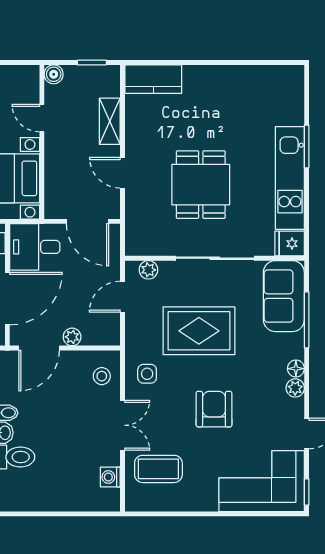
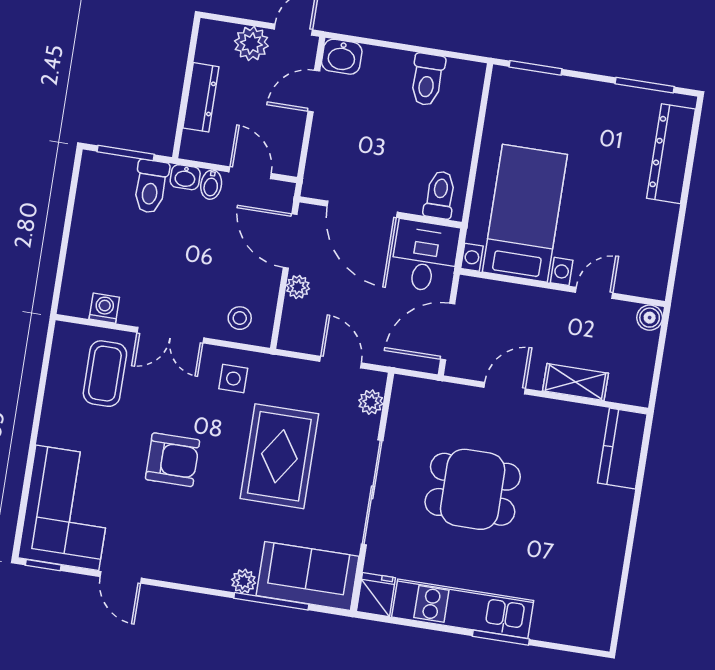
window: (92, 63) -> (657, 371), removed
floor lamp: (296, 369) -> (209, 577), removed
plant: (295, 388) -> (244, 581), moved

